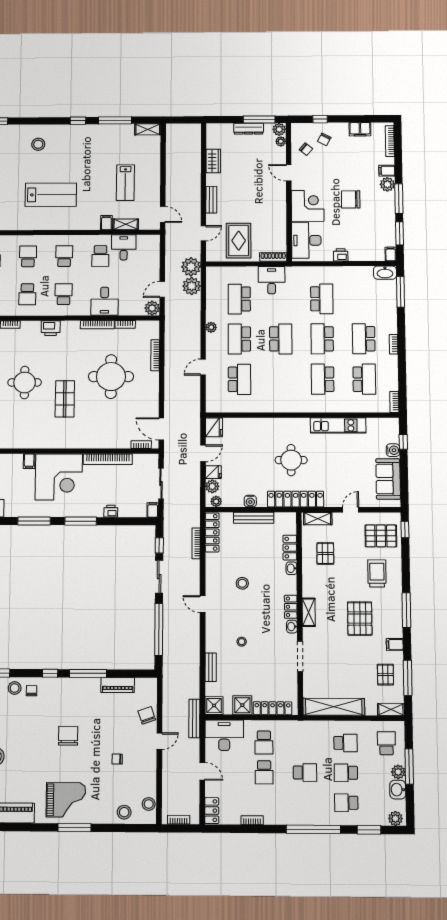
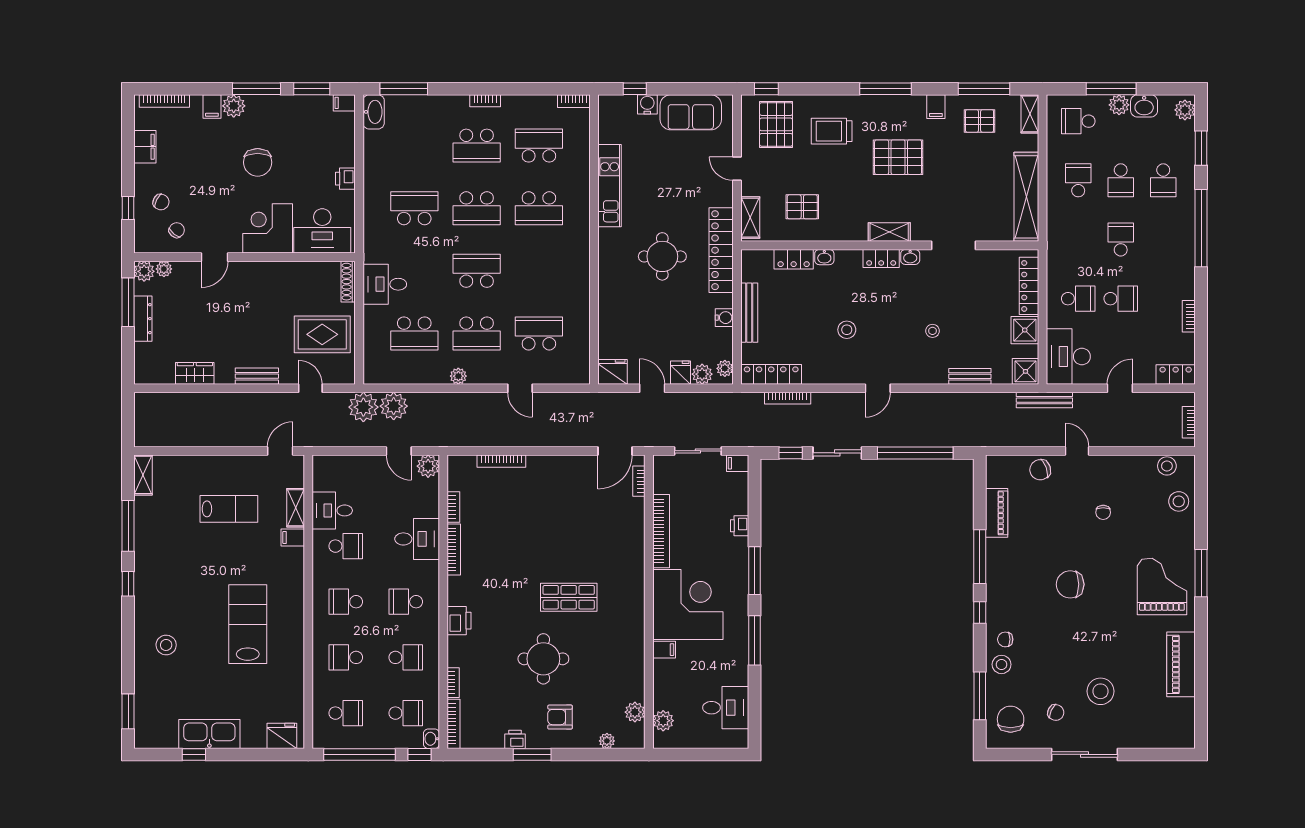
round table: (111, 377) -> (534, 528), removed

